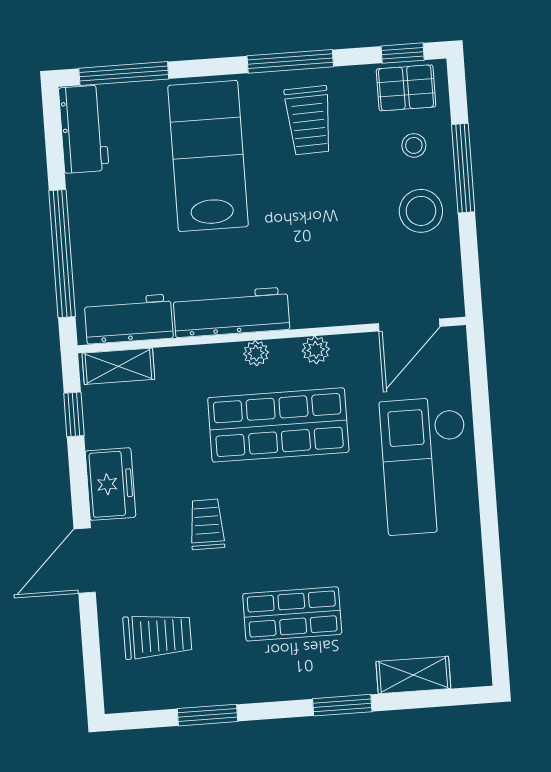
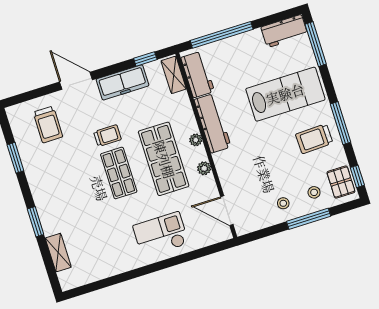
stool: (421, 211) -> (283, 203), width x0.53, depth x0.53
checkout: (426, 466) -> (161, 235), width x0.73, depth x0.83
freezer: (110, 484) -> (123, 82), width x1.40
shop shelf: (292, 614) -> (119, 173), moved

